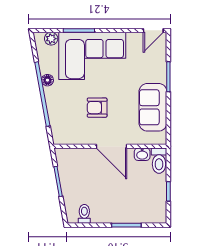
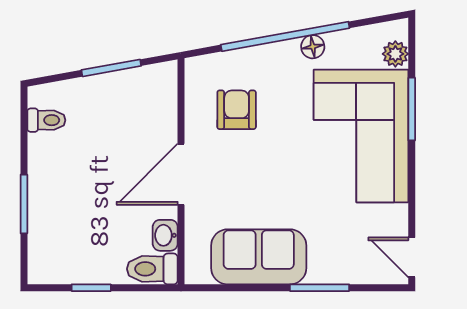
armchair: (97, 108) -> (237, 110), moved

